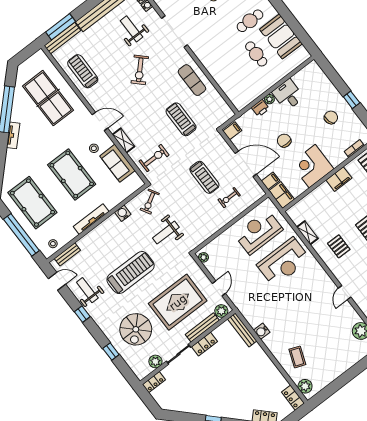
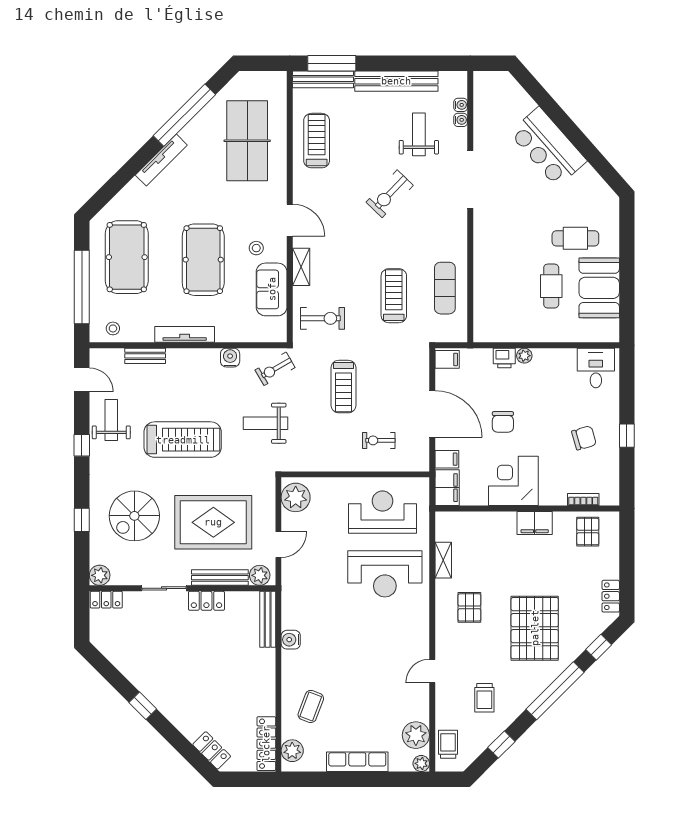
exercise mat: (192, 80) -> (445, 288), moved
desk: (288, 95) -> (596, 368), moved
tv unit: (13, 135) -> (161, 160), width x1.41
chair: (284, 141) -> (503, 422), turned 180
treadmill: (204, 177) -> (343, 387), moved
bench: (67, 254) -> (145, 356), moved
plant: (203, 257) -> (296, 497), width x1.88, depth x1.88
plant: (155, 361) -> (100, 575), moved
row of seats: (342, 367) -> (357, 762), added
locker: (293, 398) -> (266, 744), width x1.53

